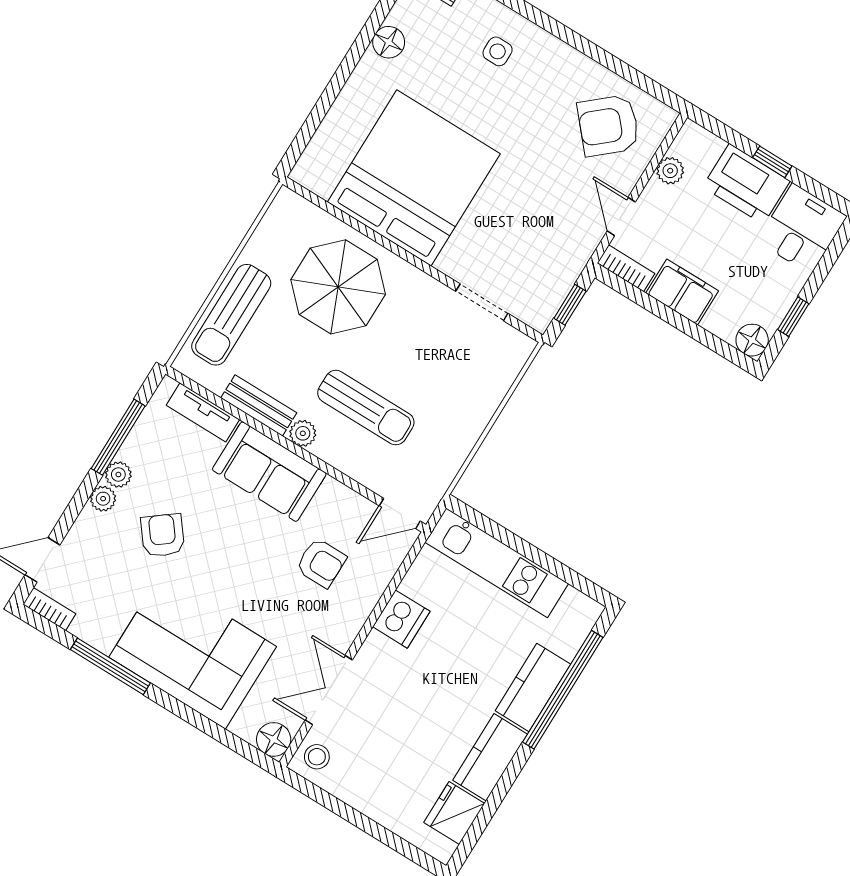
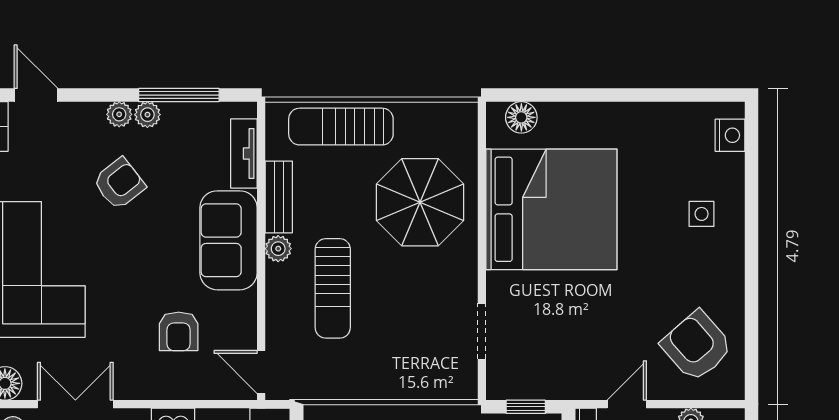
floor lamp: (389, 42) -> (521, 117), moved

